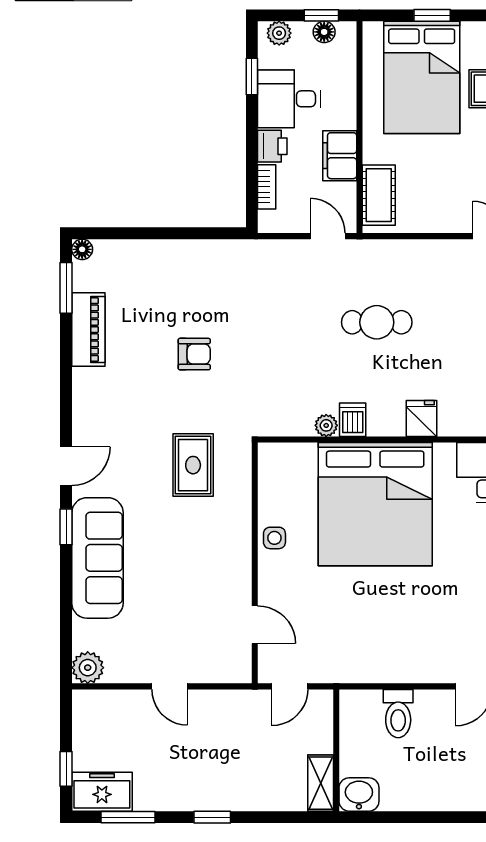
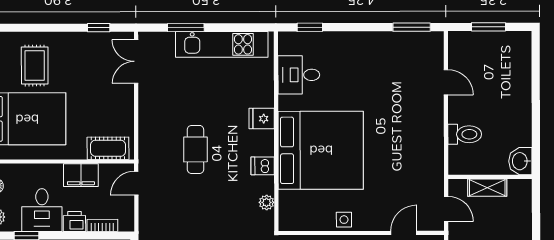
plant: (326, 425) -> (267, 202), moved
shelving: (321, 783) -> (487, 188), moved

